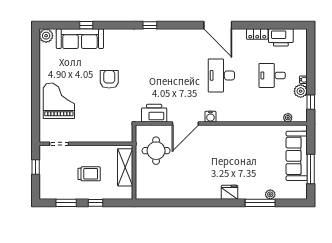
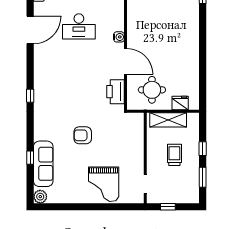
grand piano: (59, 101) -> (104, 184), turned -90
fridge: (230, 192) -> (180, 103), moved, turned 90

